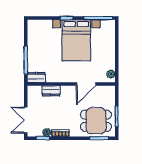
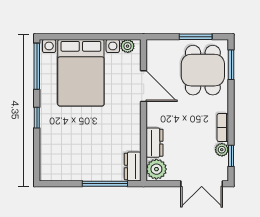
bed with nightstands: (76, 40) -> (81, 73), moved, turned 90
plant: (35, 92) -> (156, 169), added

